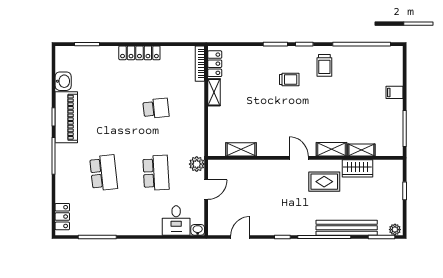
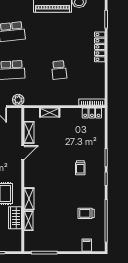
locker: (139, 53) -> (100, 47), moved
trolley: (324, 65) -> (86, 213), moved
shelving: (214, 92) -> (50, 113), moved
filing cabinet: (395, 92) -> (87, 245), moved
door: (299, 158) -> (23, 153), moved

